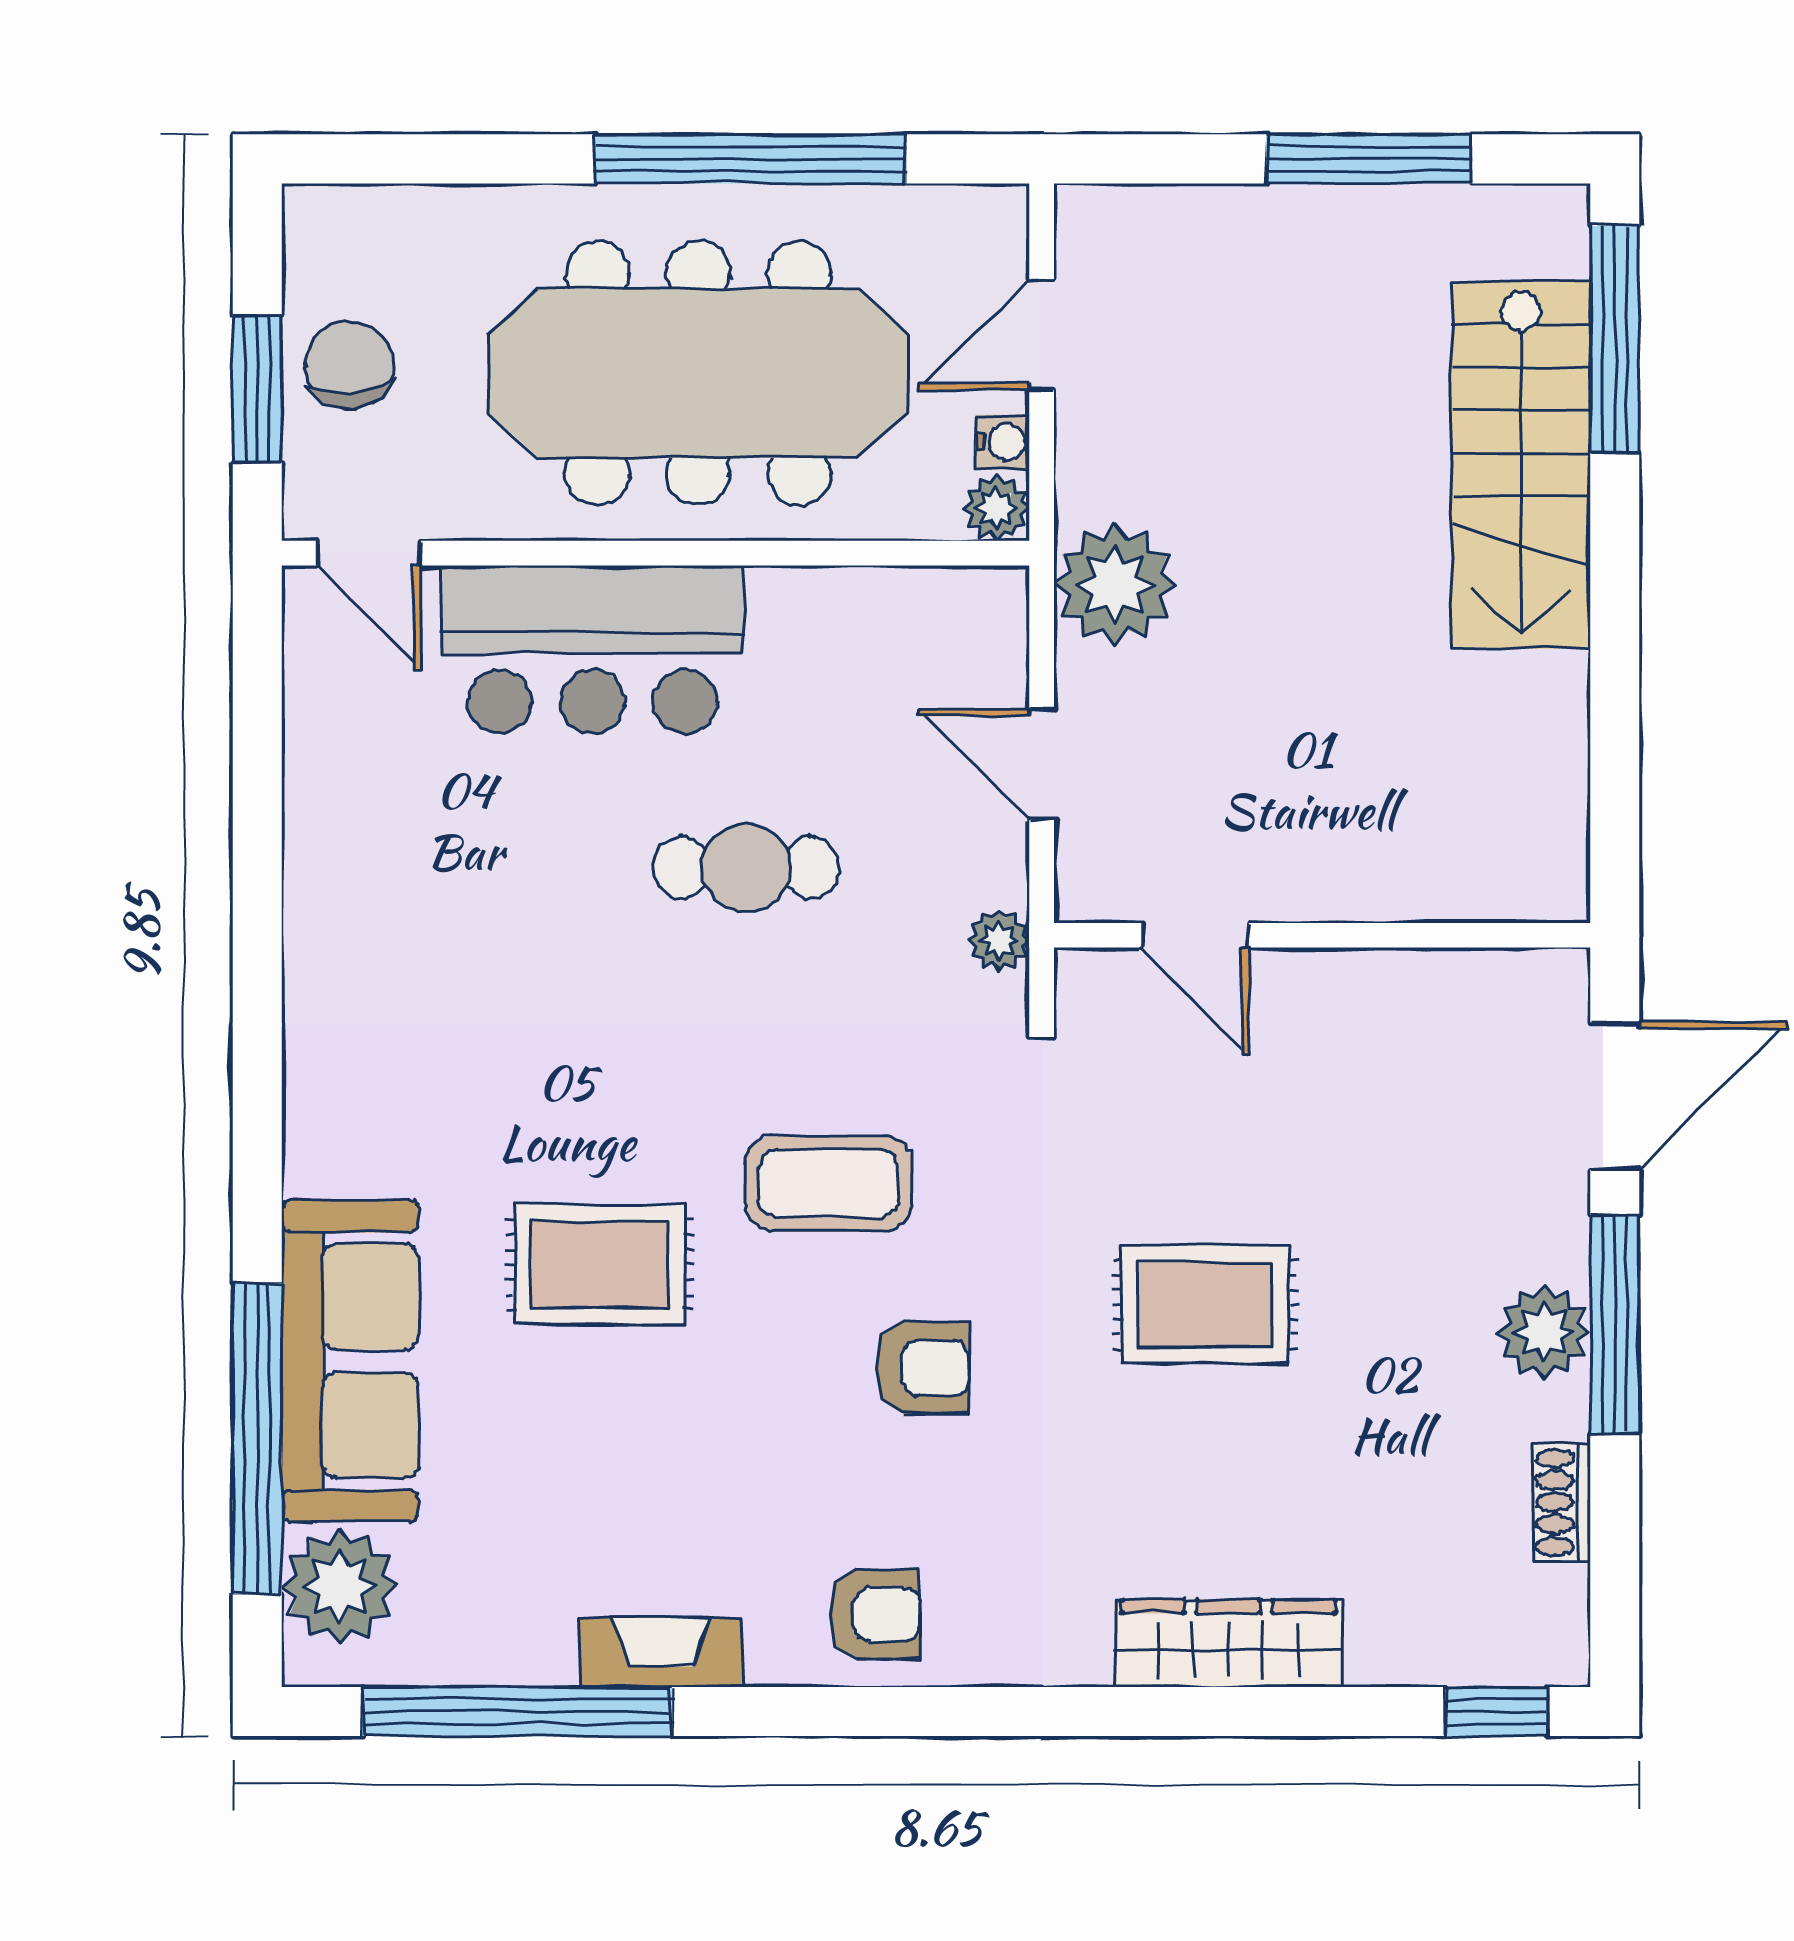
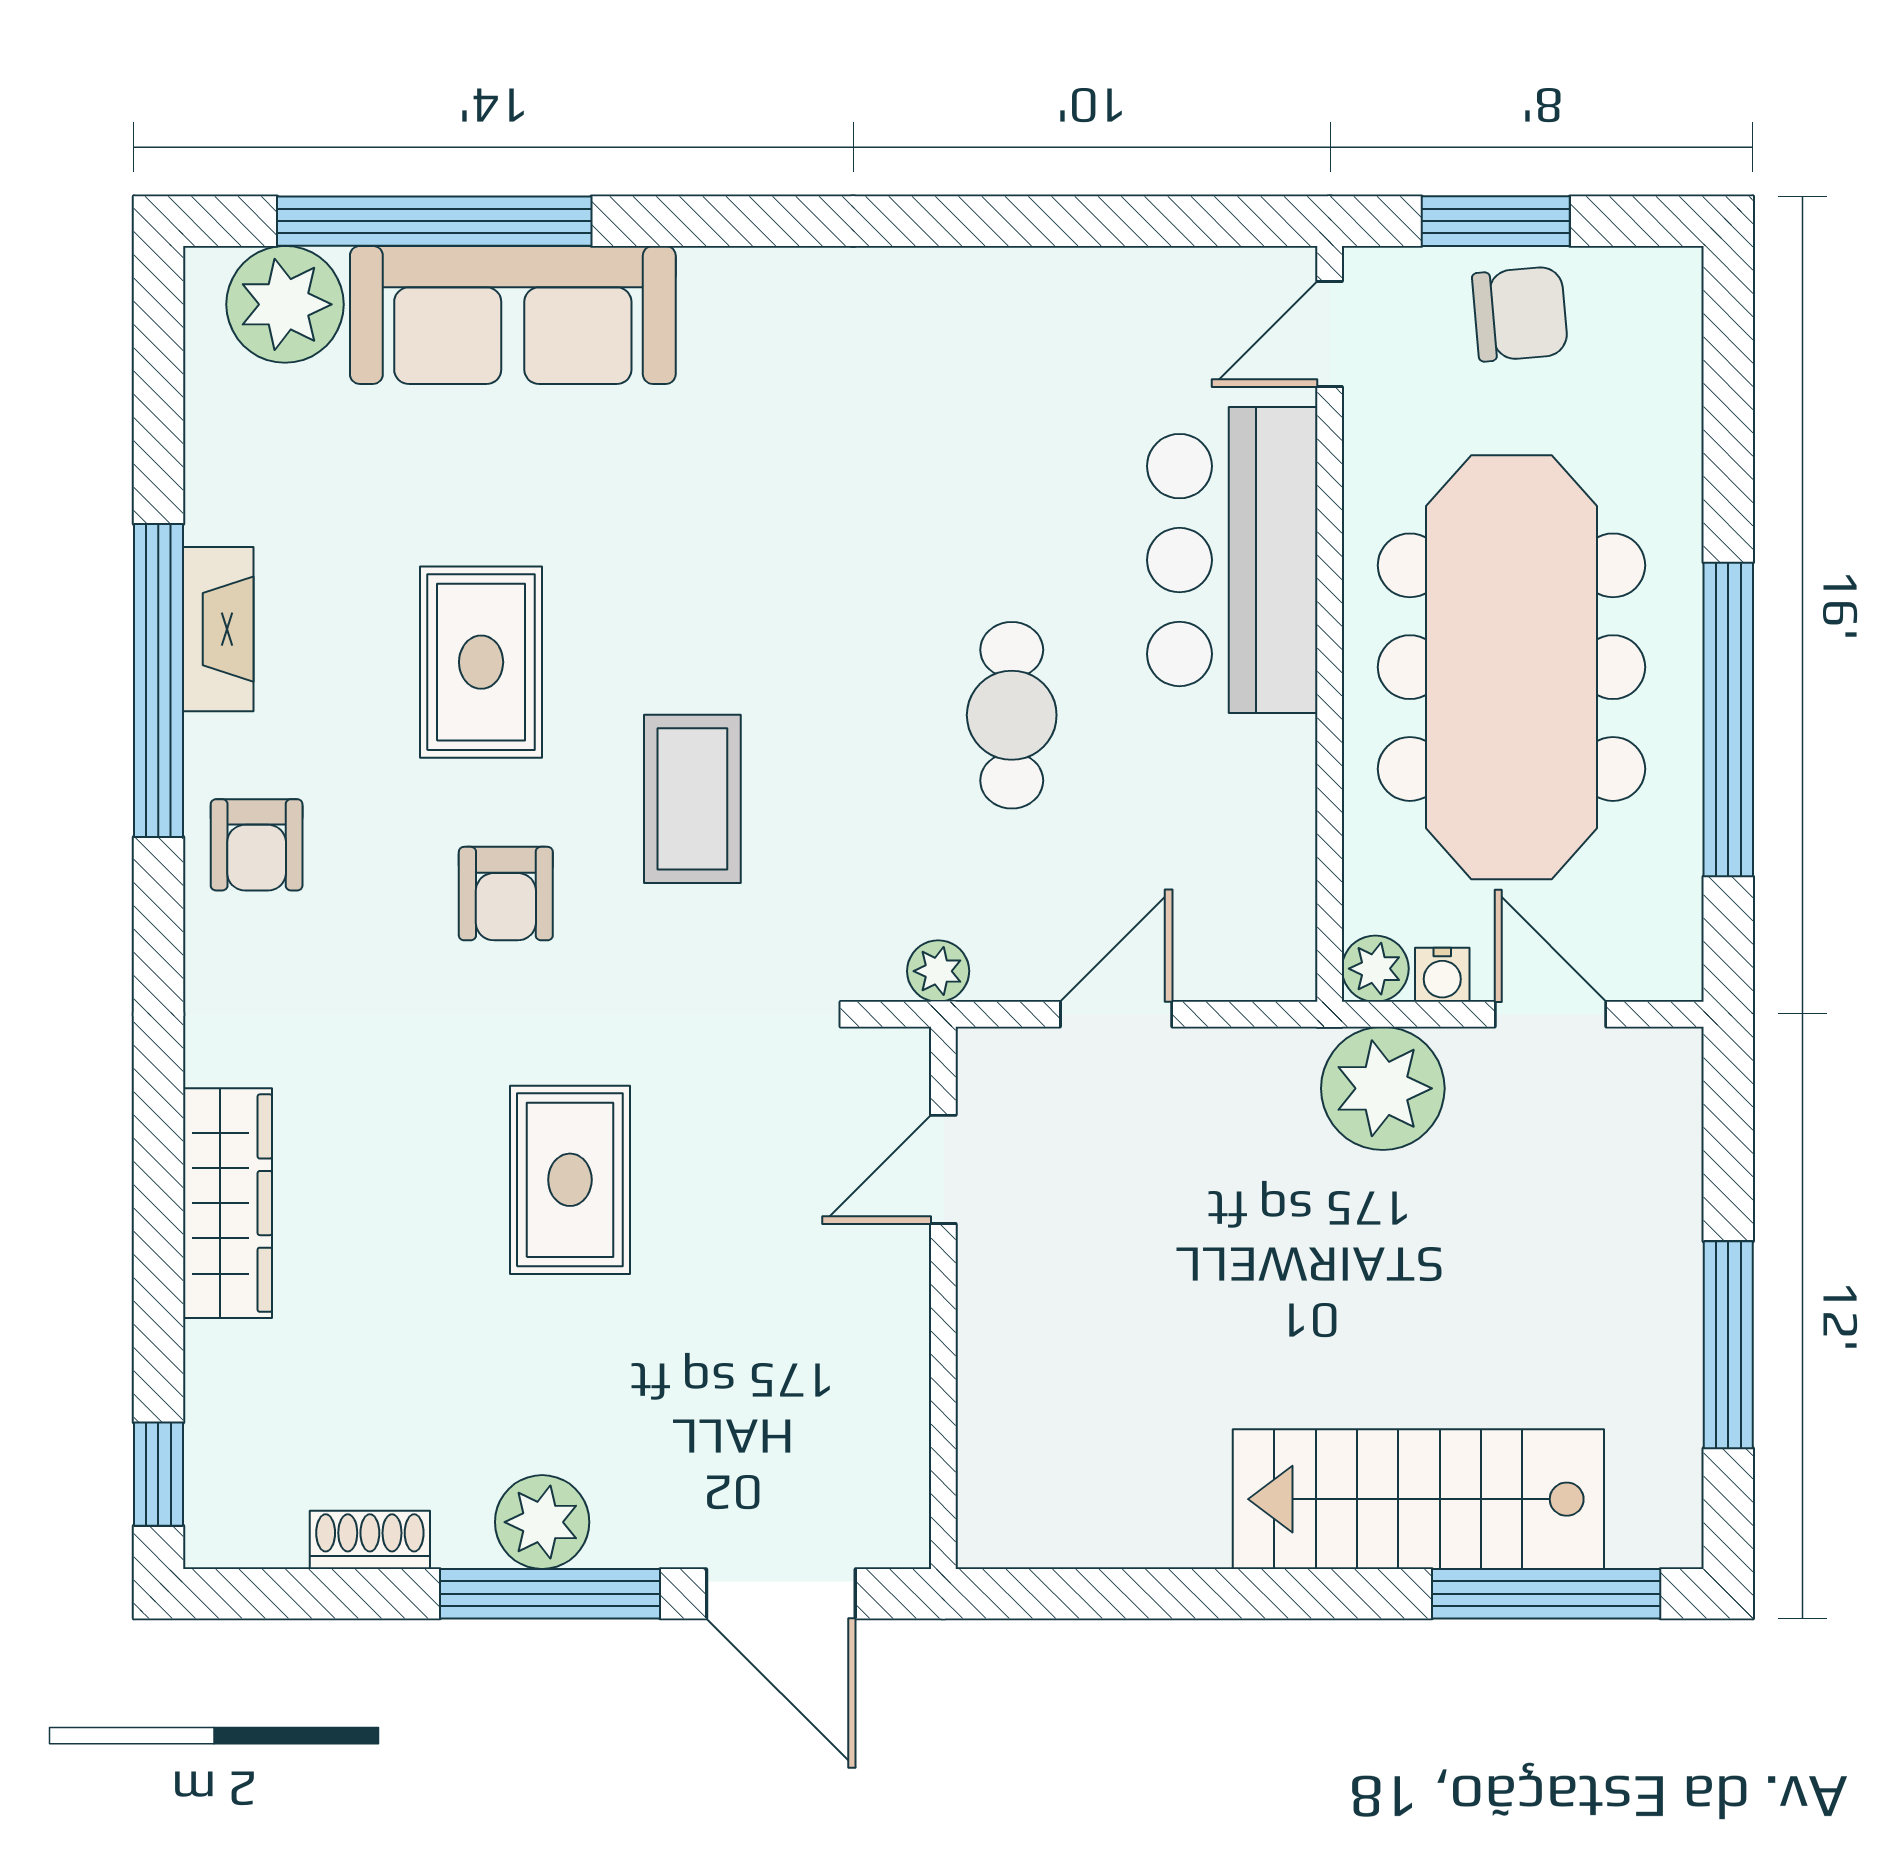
plant: (1115, 585) -> (1383, 1088), moved
rug: (600, 1265) -> (481, 662), moved
window: (517, 1712) -> (158, 681), moved

